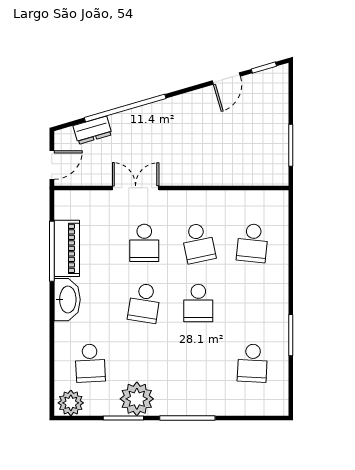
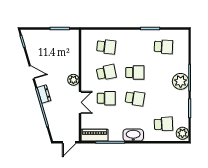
door: (226, 79) -> (32, 72), moved
dresser: (93, 130) -> (44, 94), moved
door: (52, 165) -> (69, 142), swing flipped
plant: (183, 174) -> (73, 80), added
double door: (136, 188) -> (80, 102), swing flipped
piano: (67, 248) -> (95, 135), moved
plant: (137, 399) -> (181, 81), moved

